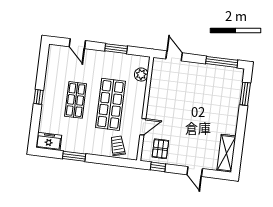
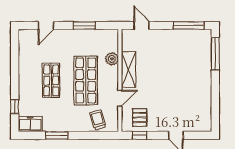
door: (77, 44) -> (46, 25), hinge flipped
plant: (141, 75) -> (112, 59), moved
window: (245, 94) -> (215, 54), width x1.44
window: (38, 97) -> (15, 107), moved
shelving: (226, 153) -> (129, 69), moved

